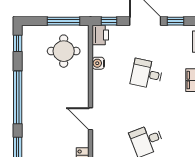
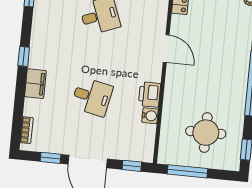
printer: (100, 35) -> (150, 95), moved
round table: (64, 51) -> (206, 133), moved

